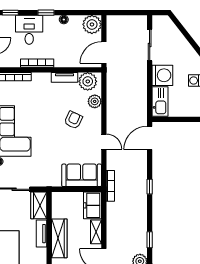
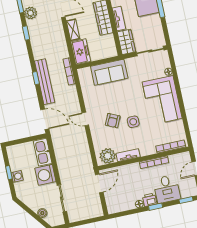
printer: (51, 22) -> (150, 200), added
plant: (92, 24) -> (114, 205), removed
boiler: (175, 33) -> (42, 213), added
plant: (95, 101) -> (98, 140), removed
side table: (51, 114) -> (133, 122), added
door: (150, 138) -> (45, 119), hinge flipped
door: (104, 142) -> (85, 119), moved
sofa: (82, 175) -> (109, 72), moved
bench: (141, 180) -> (45, 82), added

